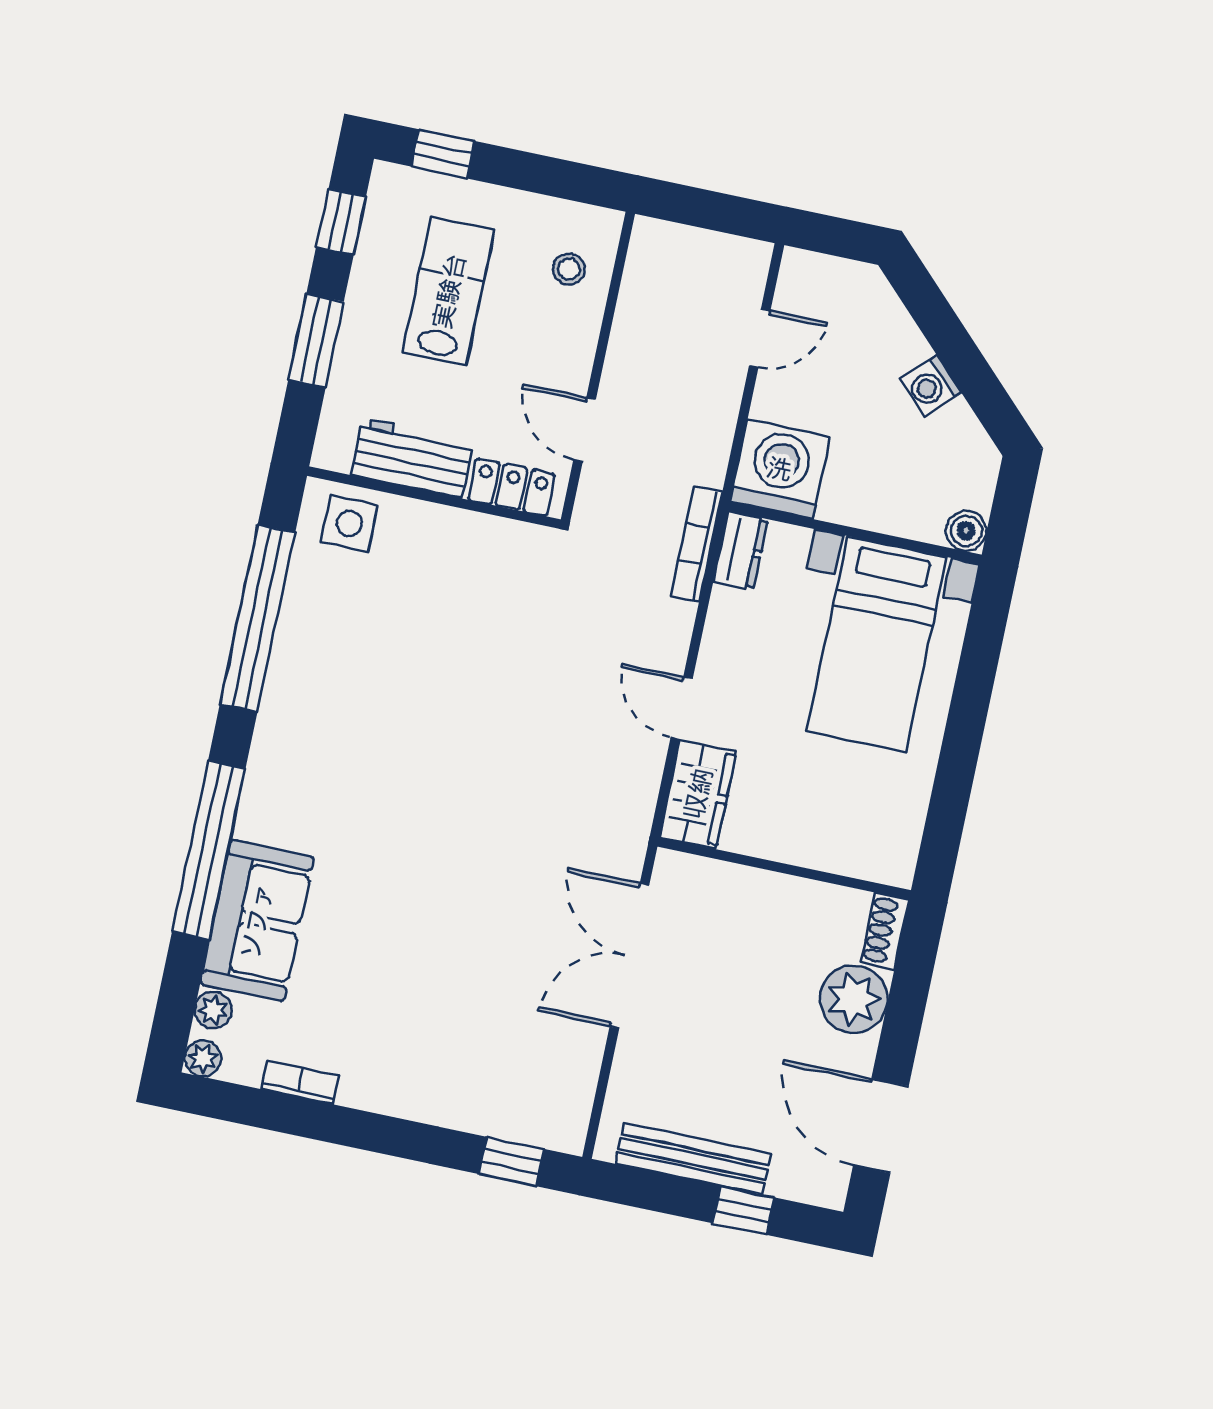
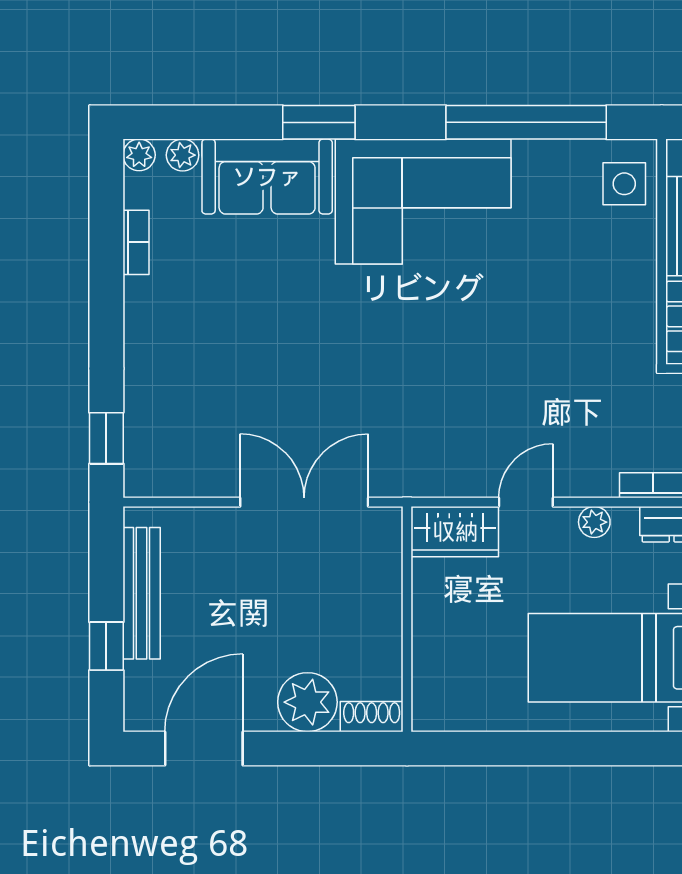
plant: (720, 636) -> (594, 522), added
corner sofa: (322, 752) -> (423, 202), added
window: (209, 850) -> (319, 122), width x0.47

